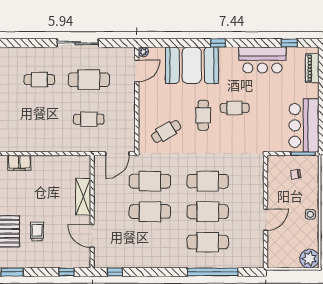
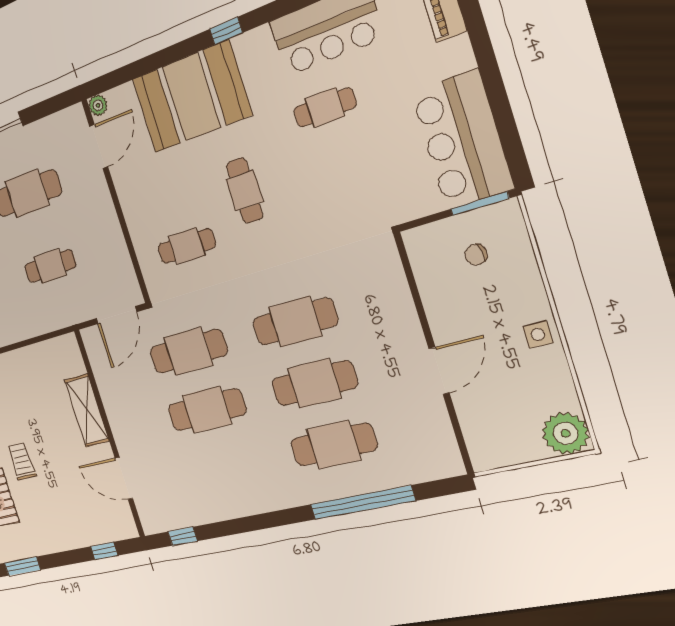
cafe table: (235, 108) -> (325, 107), moved
cafe table: (166, 132) -> (187, 246), turned 31
trolley: (37, 232) -> (22, 461), moved

